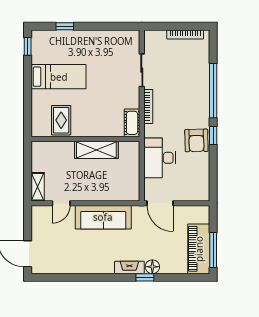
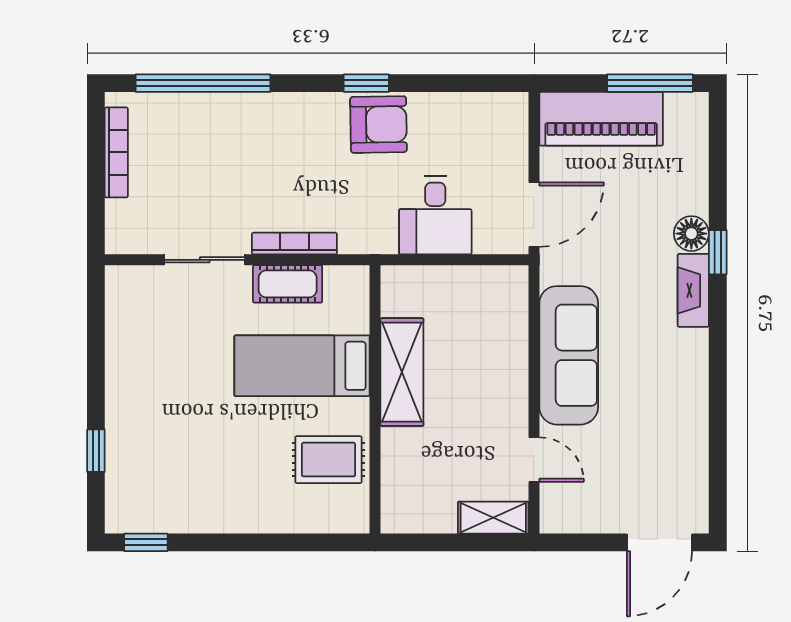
bed: (59, 77) -> (302, 366), moved, turned -90
window: (213, 91) -> (203, 83), moved
cot: (132, 123) -> (288, 284), moved
desk: (160, 158) -> (435, 215), width x0.73
piano: (199, 249) -> (601, 119), moved

